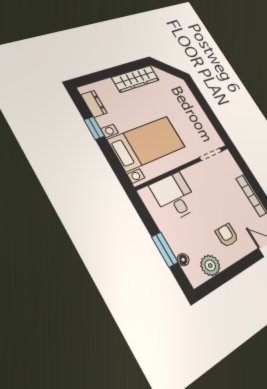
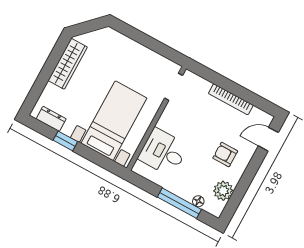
window: (165, 250) -> (179, 203), width x1.44

